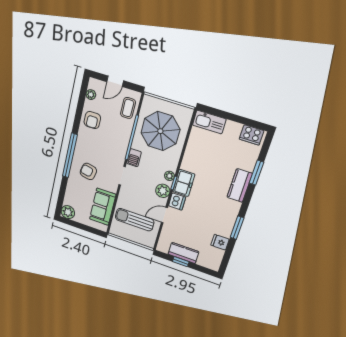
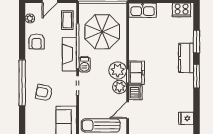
fireplace: (122, 143) -> (69, 54), added
plant: (169, 176) -> (118, 70), width x1.87, depth x1.87
window: (237, 228) -> (196, 76), moved

